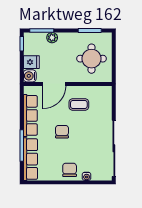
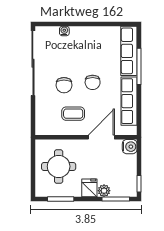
fridge: (31, 62) -> (89, 188), moved, turned 90
chair: (70, 170) -> (64, 85), moved

